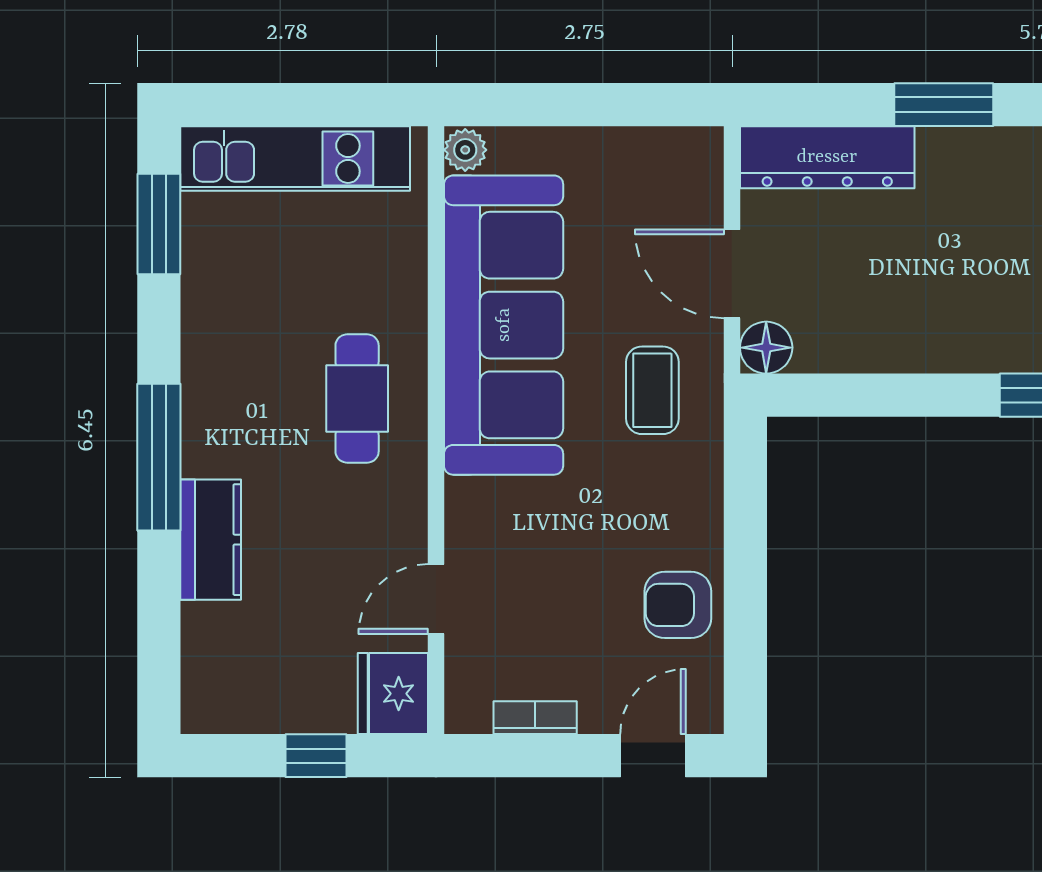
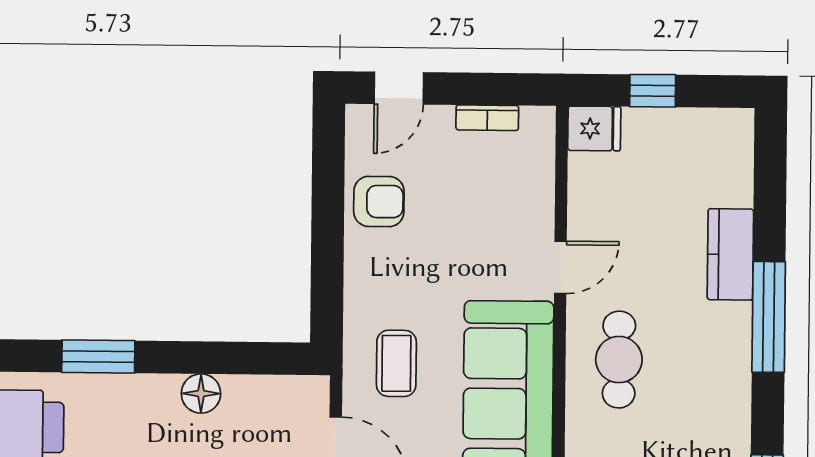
floor lamp: (766, 348) -> (201, 394), moved
door: (436, 599) -> (560, 267), moved
fridge: (393, 694) -> (594, 128), width x0.72

